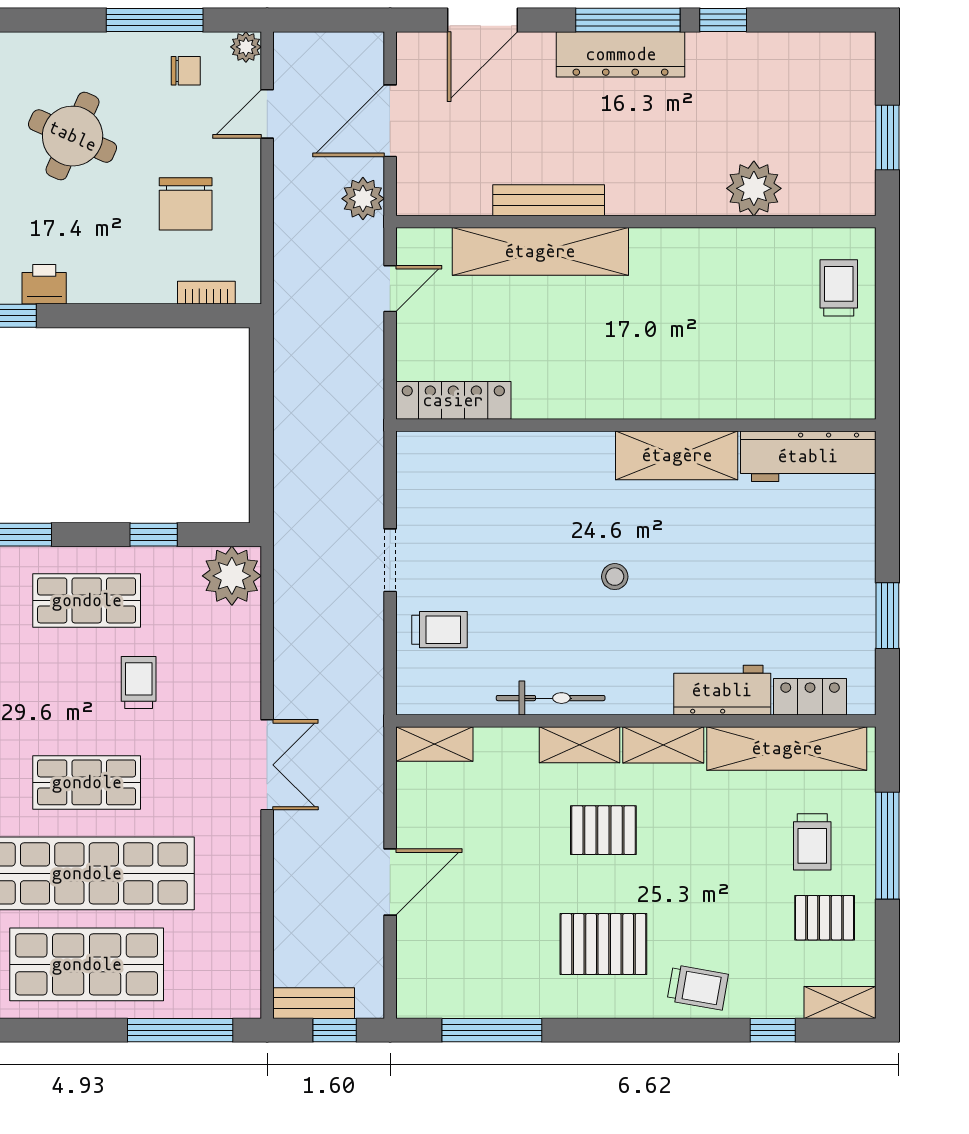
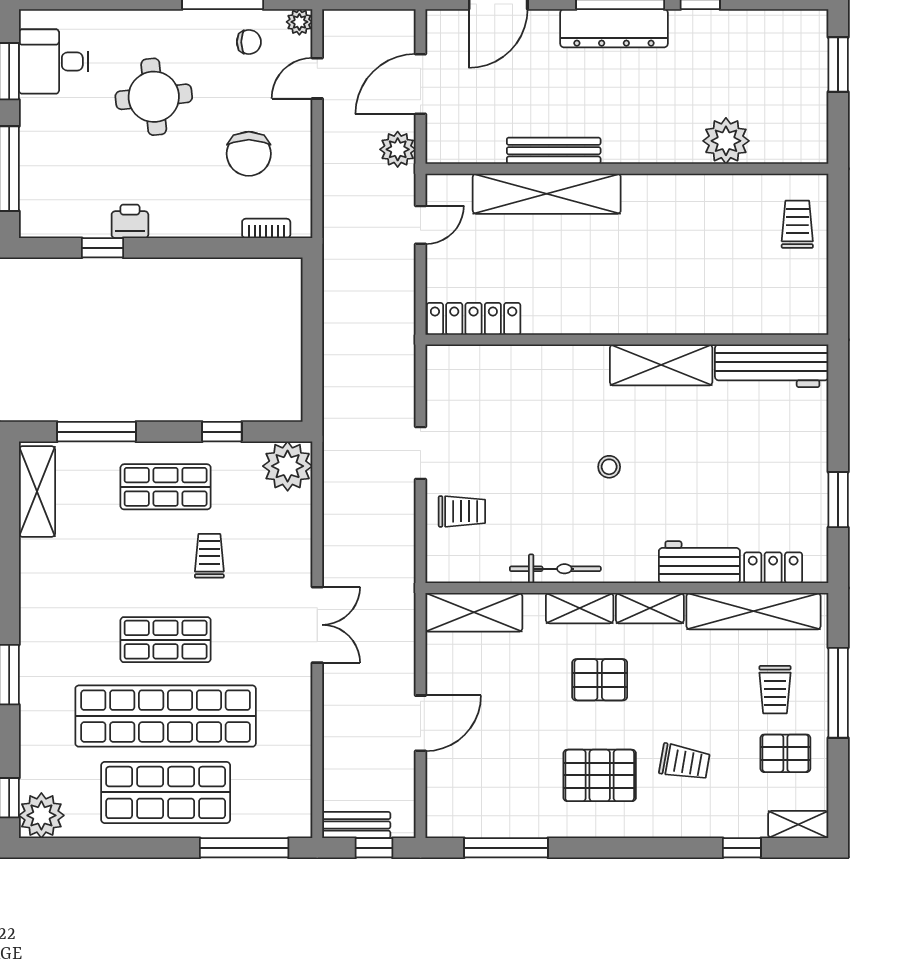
round table: (73, 136) -> (154, 97), turned -30
window: (887, 137) -> (838, 65), moved
shelving: (434, 744) -> (474, 612), width x1.50, depth x1.33
trolley: (698, 987) -> (685, 762), moved

